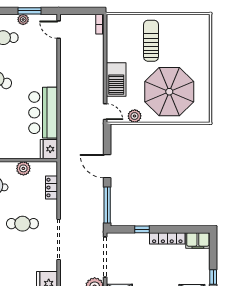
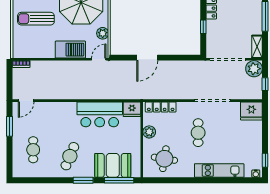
plant: (23, 19) -> (17, 132), removed
locker: (51, 188) -> (161, 107), width x1.53
window: (107, 205) -> (182, 58), removed

